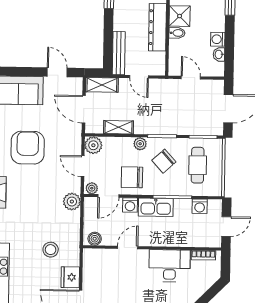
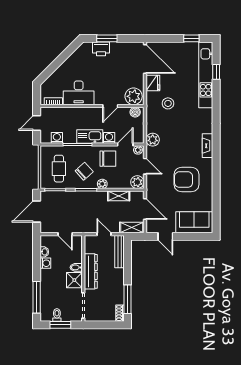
armchair: (28, 148) -> (186, 180), turned 90
plant: (96, 260) -> (134, 96), added

